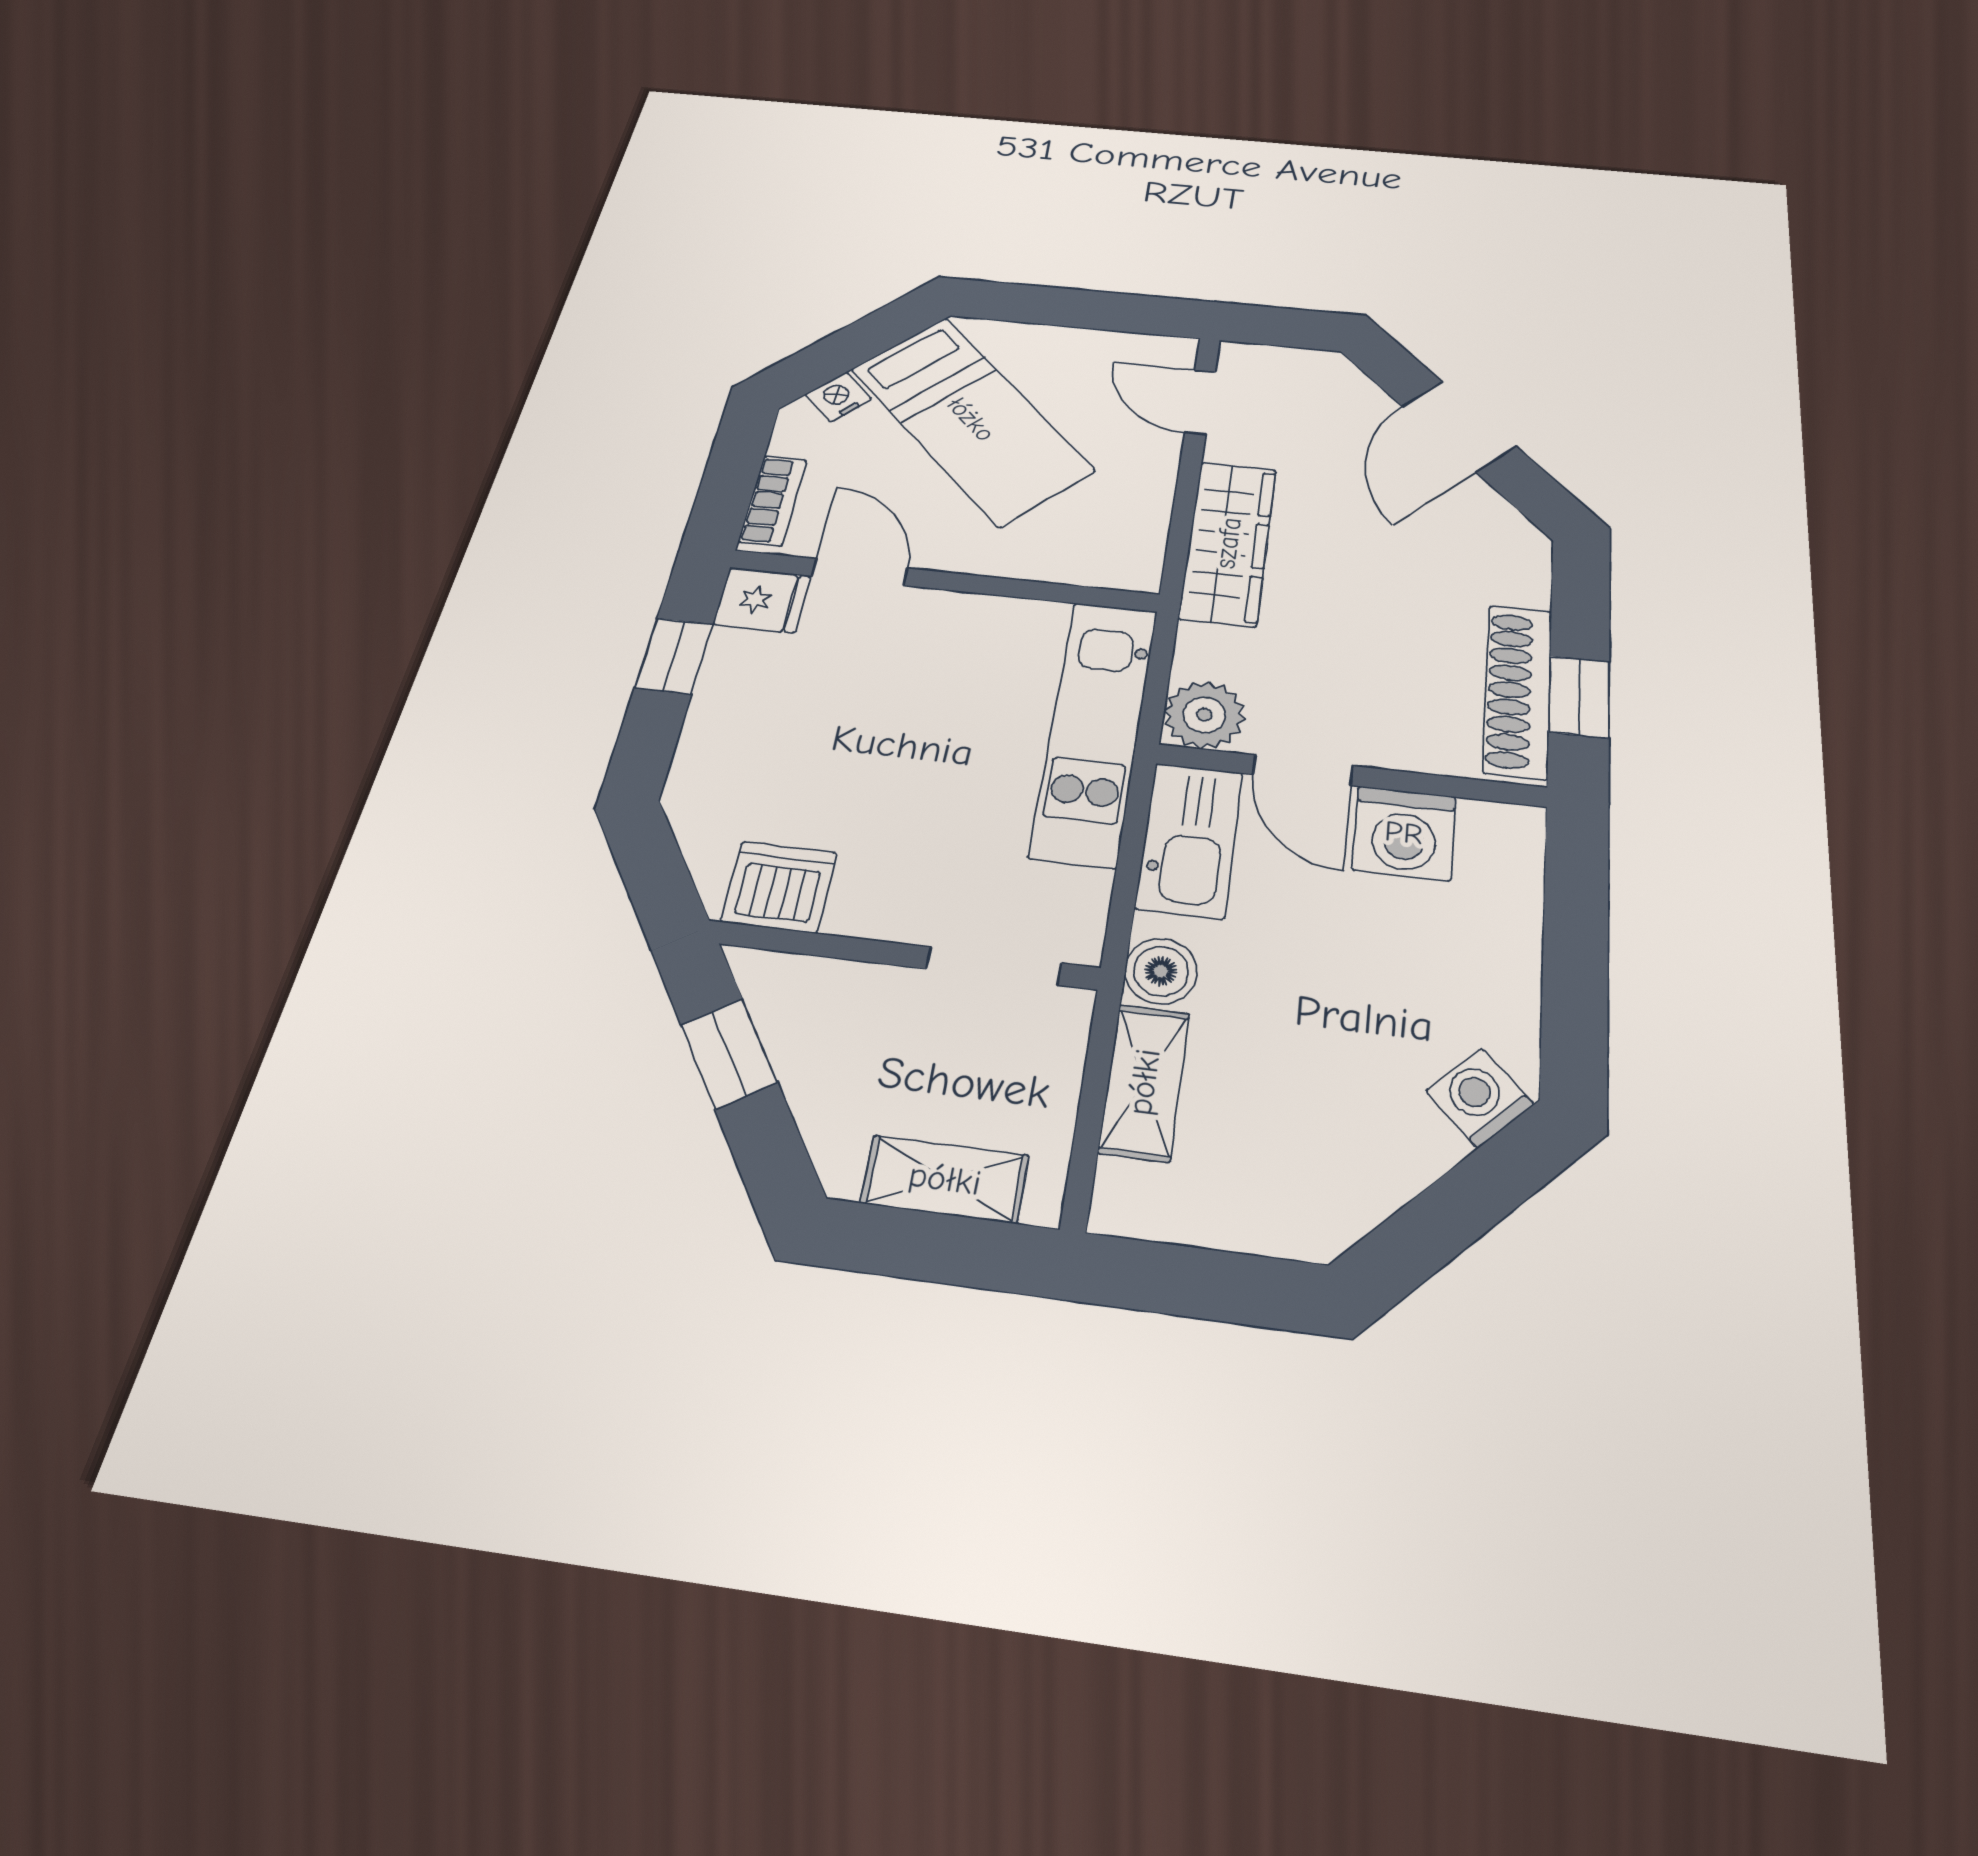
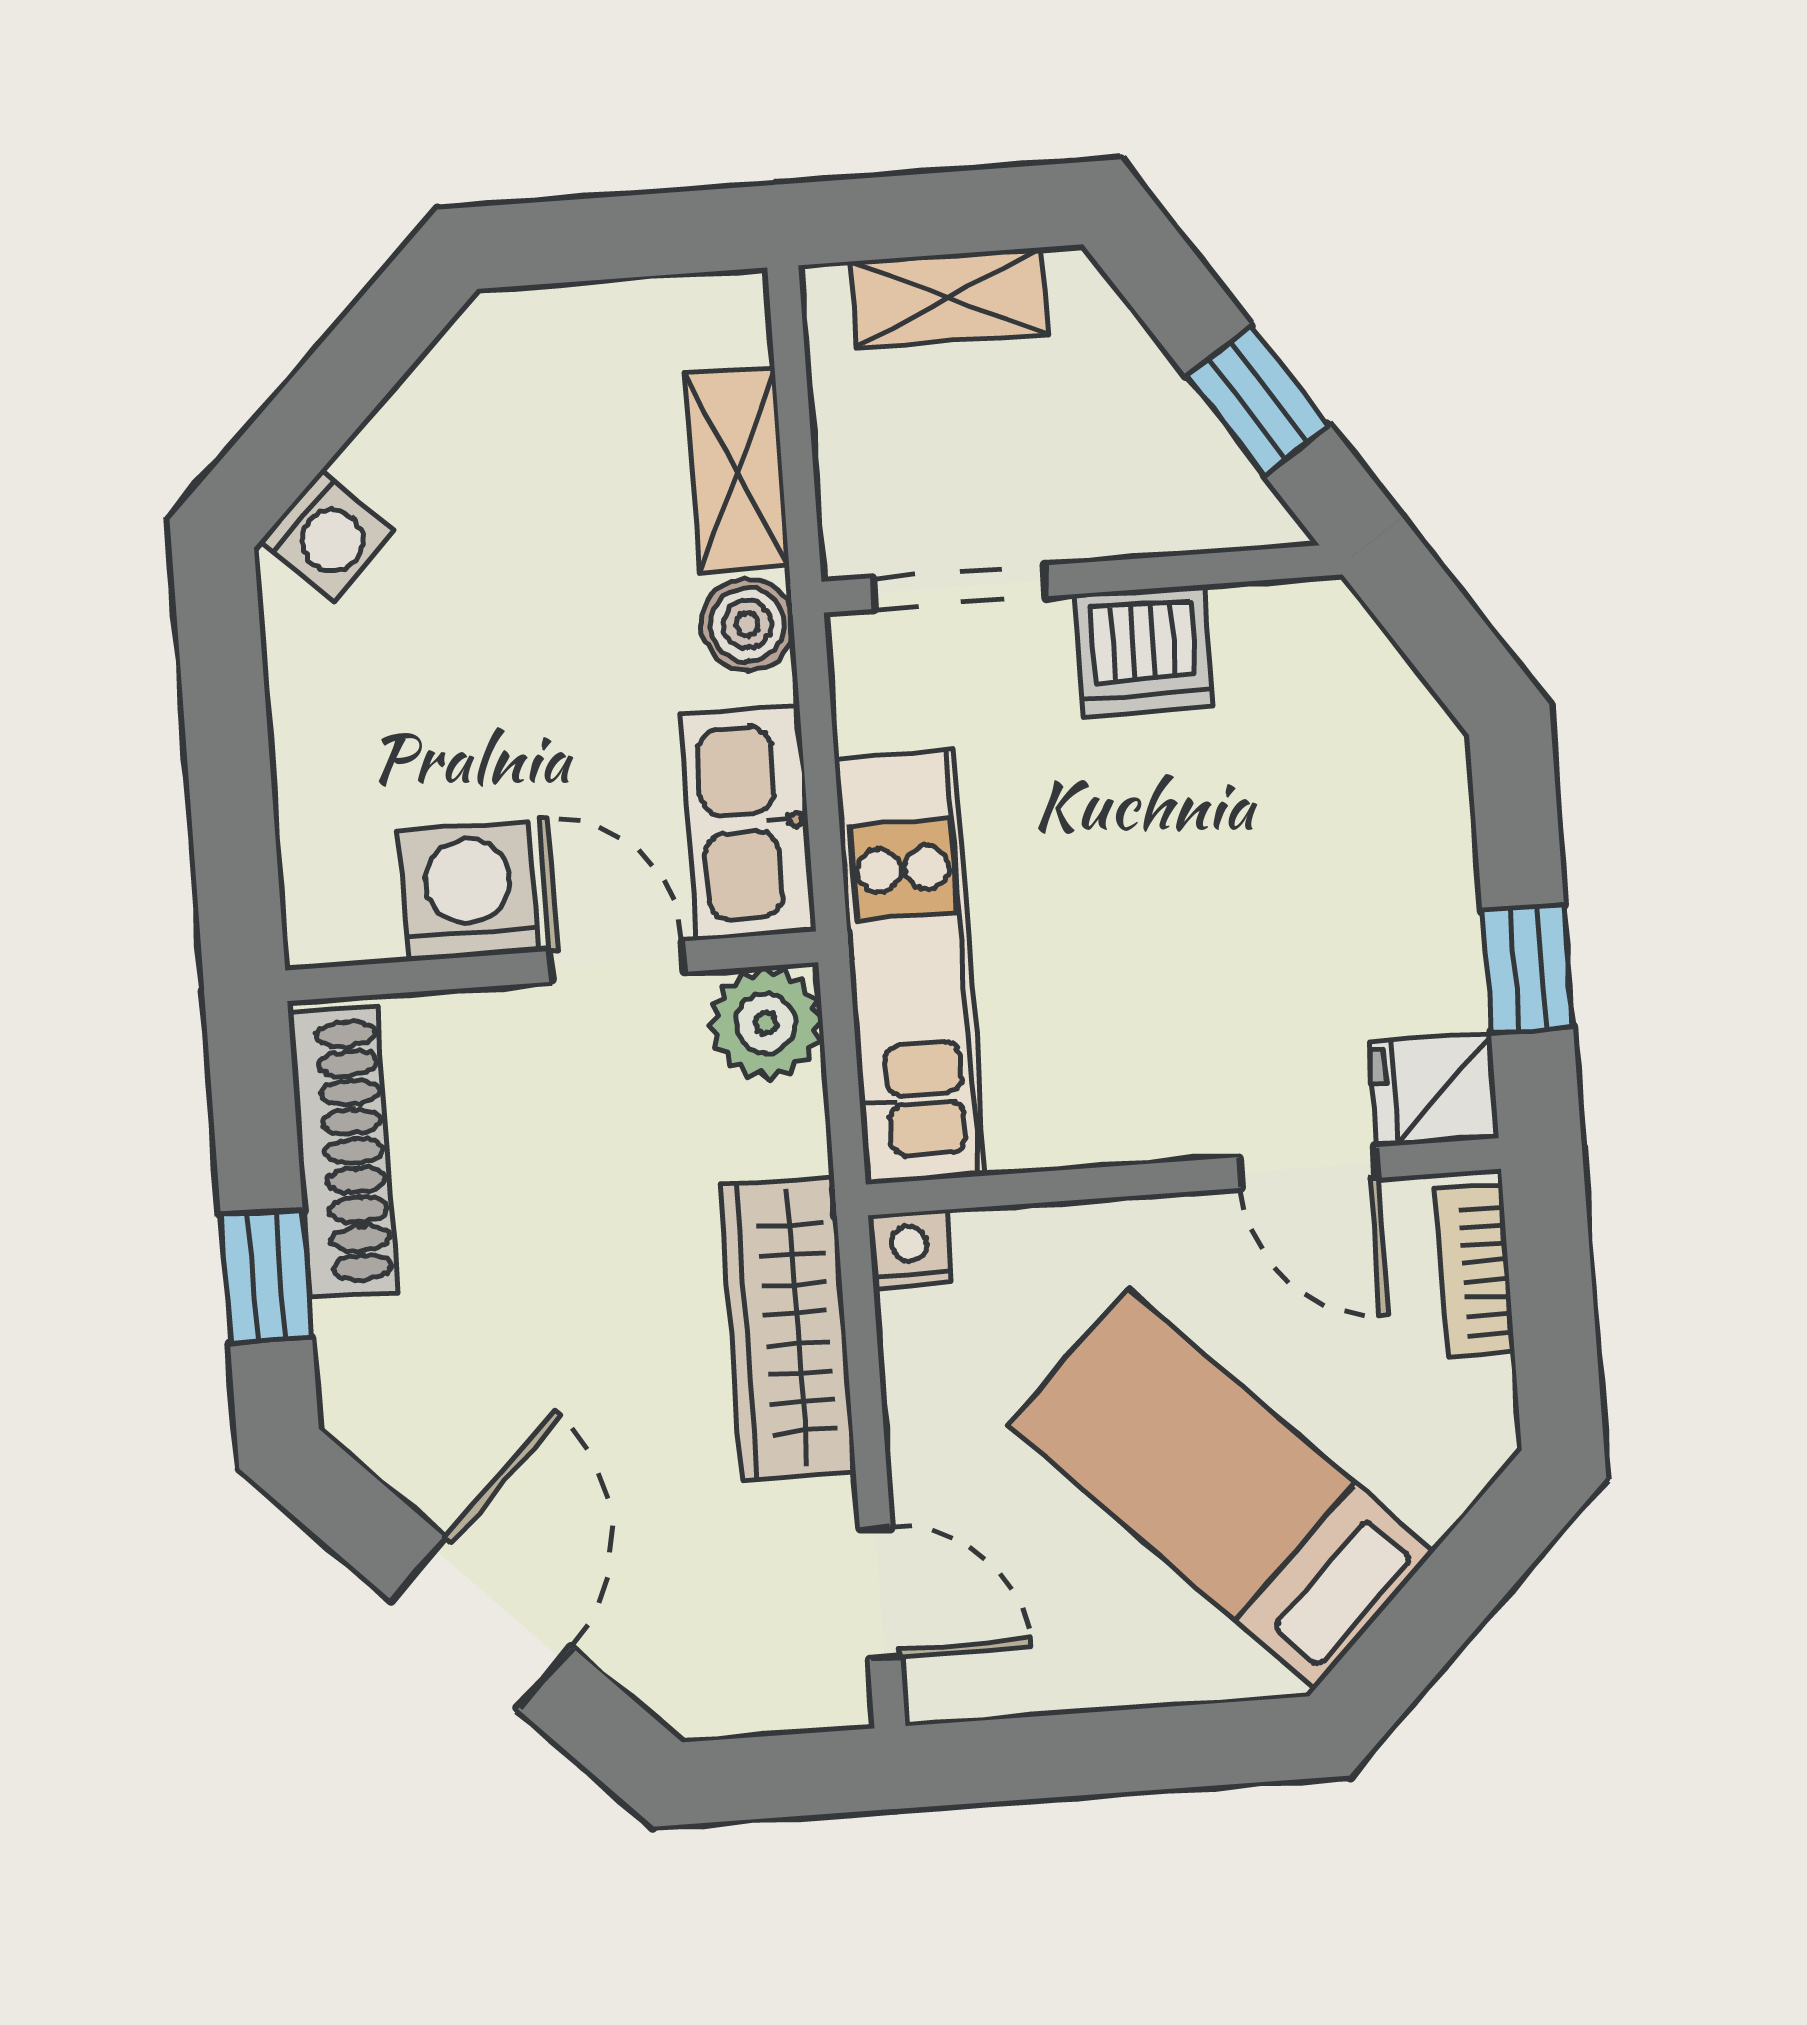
nightstand: (838, 397) -> (909, 1249), moved, turned -135
window: (1579, 697) -> (266, 1276), moved
dishwasher: (779, 887) -> (1143, 650), moved

